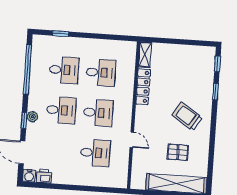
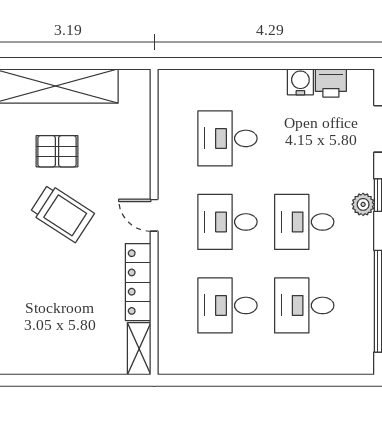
window: (60, 34) -> (317, 380), removed
trolley: (187, 116) -> (62, 213), moved
door: (132, 140) -> (154, 215), moved
water cooler: (29, 176) -> (300, 82), moved

